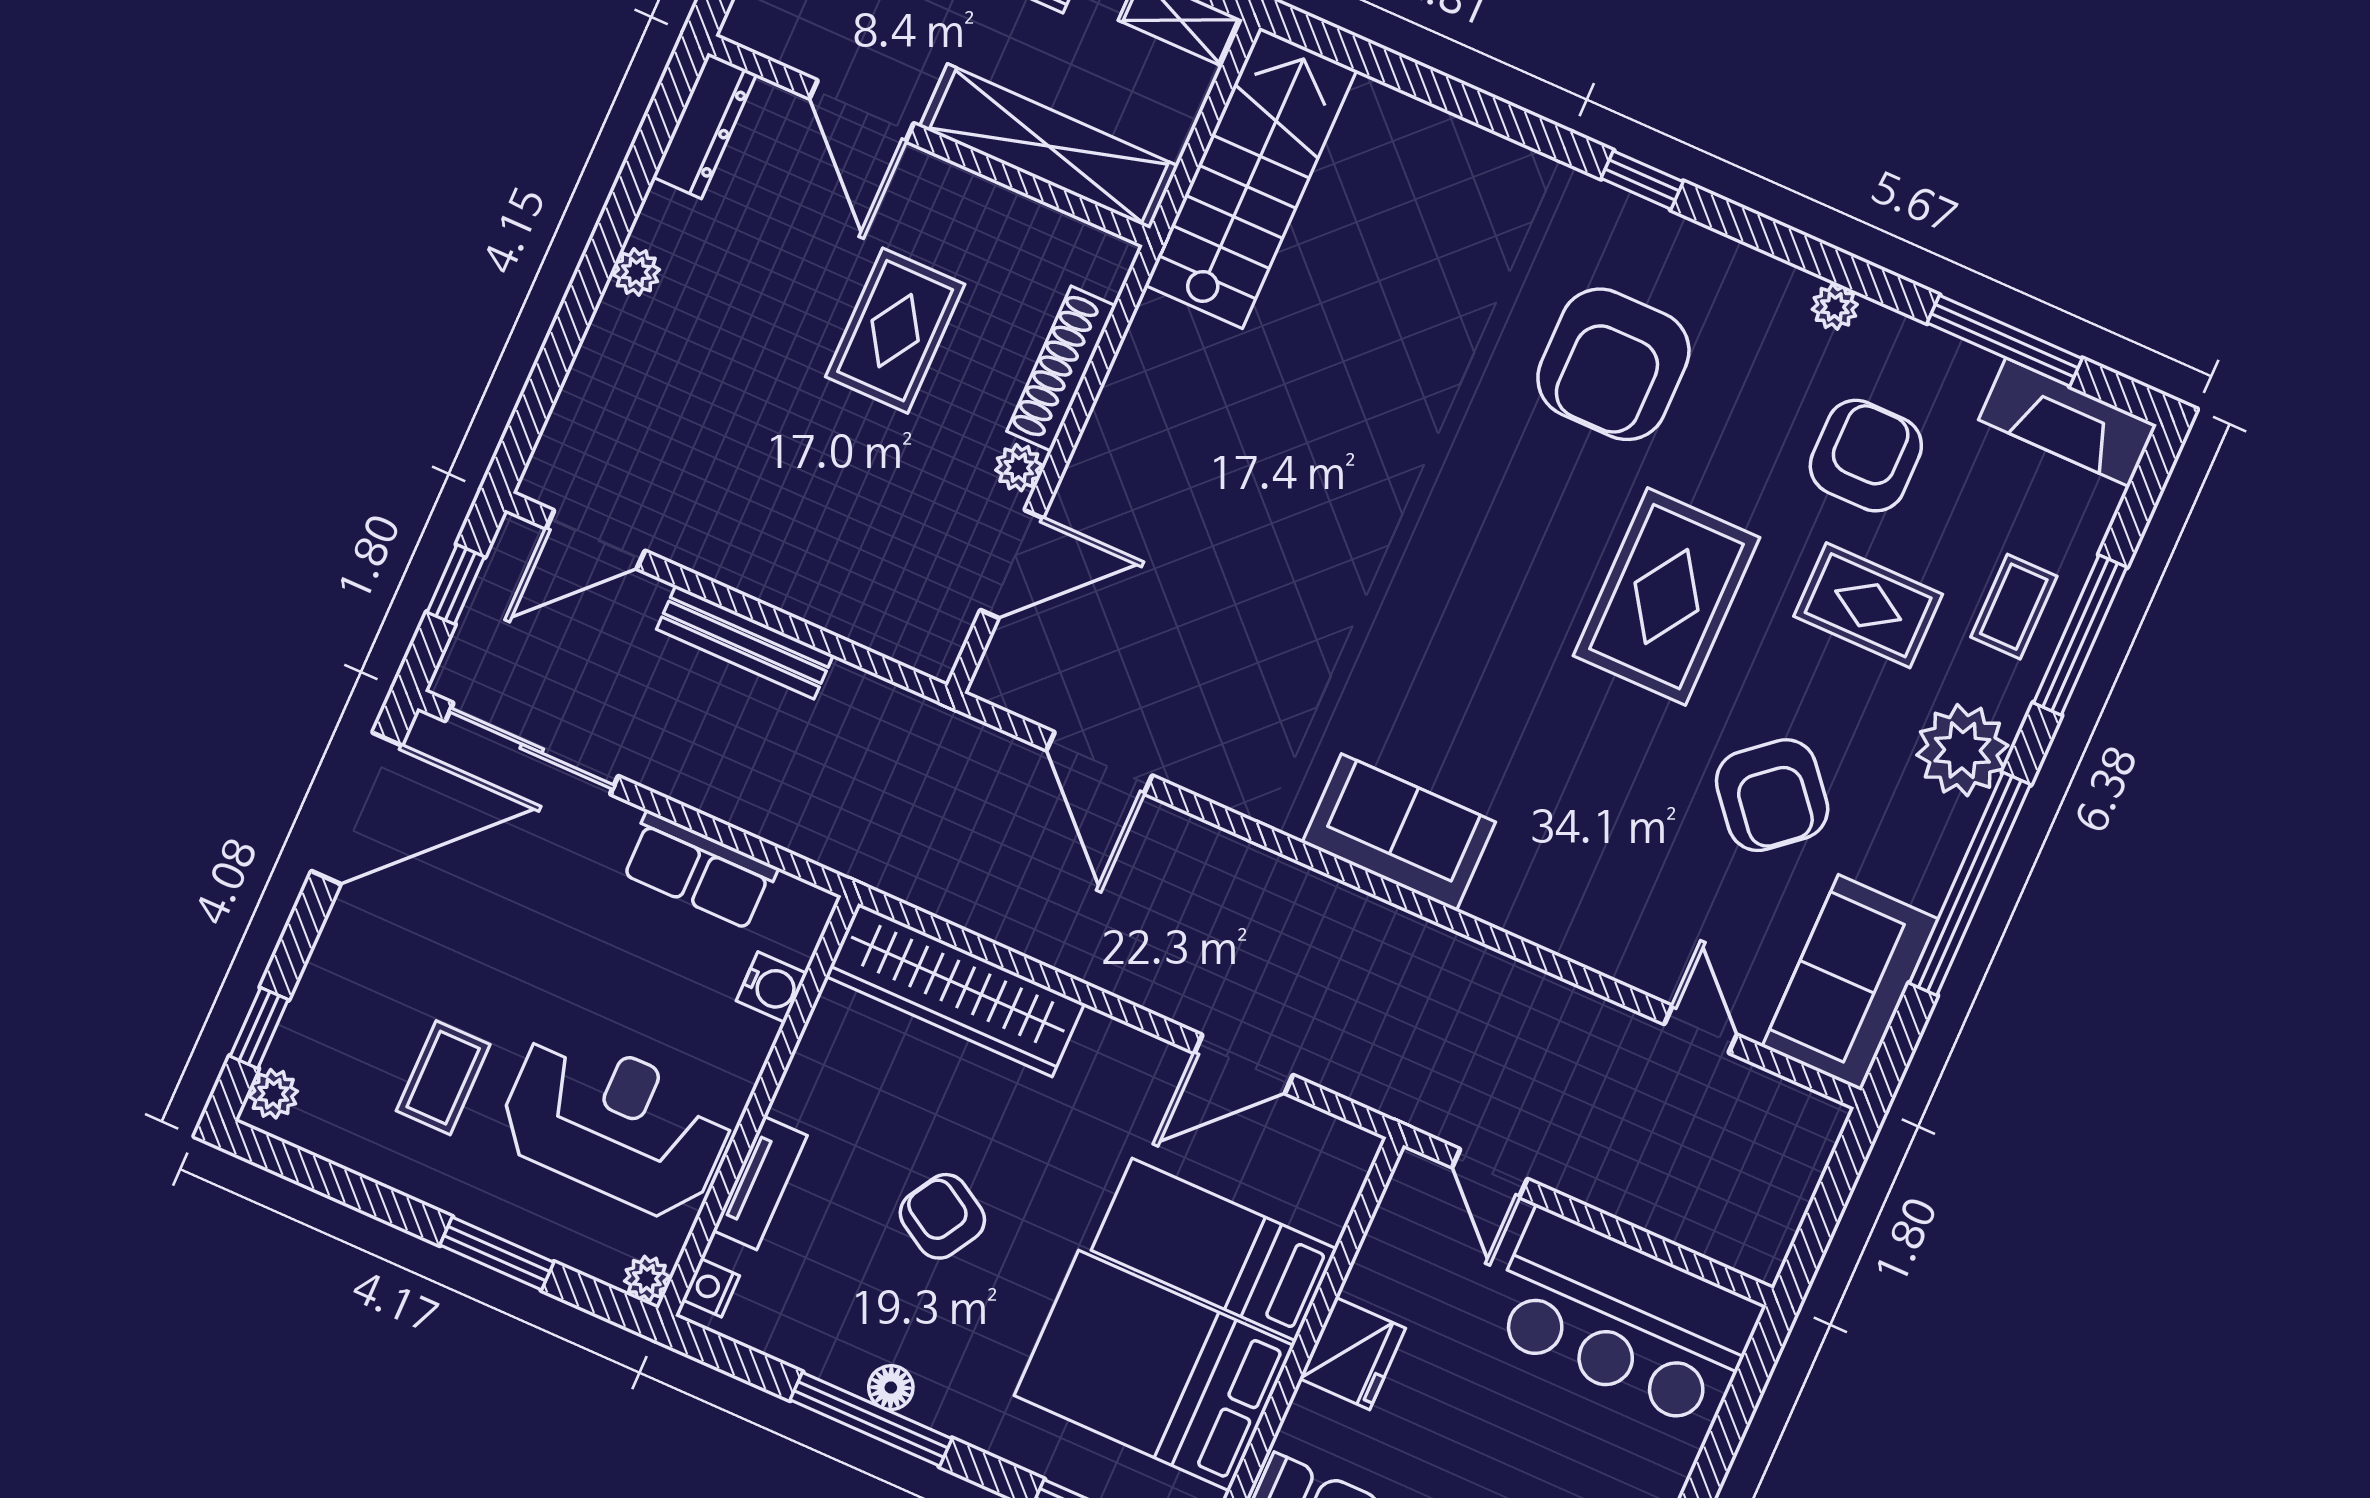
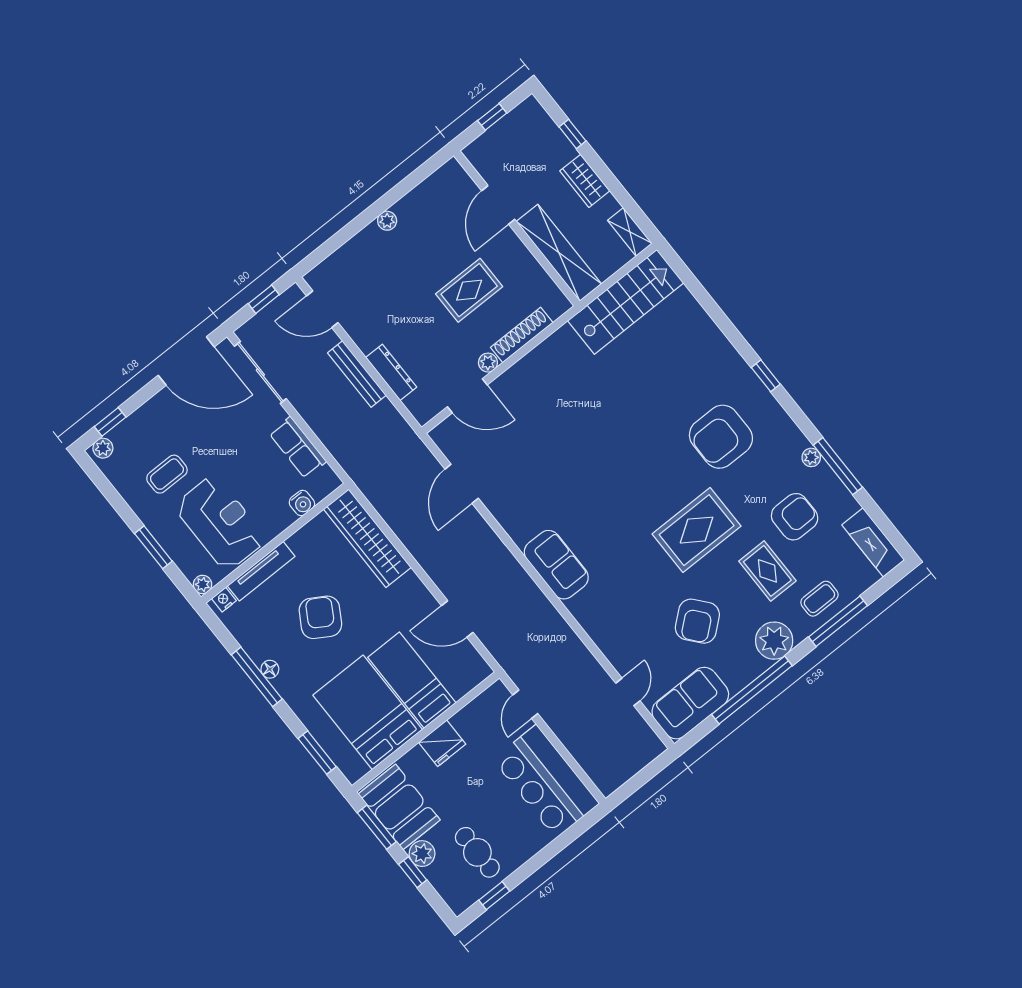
dresser: (705, 126) -> (391, 372), moved, turned -90
window: (2005, 341) -> (838, 466), moved
tv unit: (760, 1183) -> (261, 571), width x1.41
armchair: (942, 1216) -> (320, 617), width x1.38, depth x1.38

